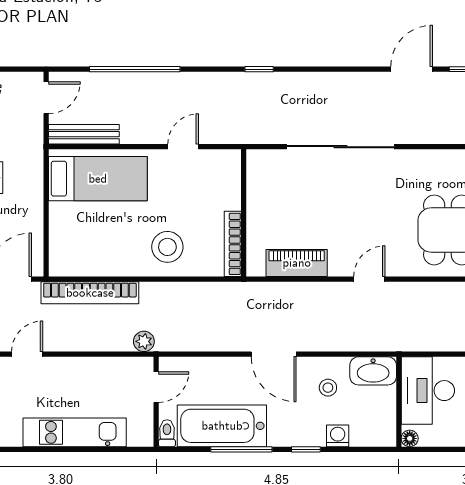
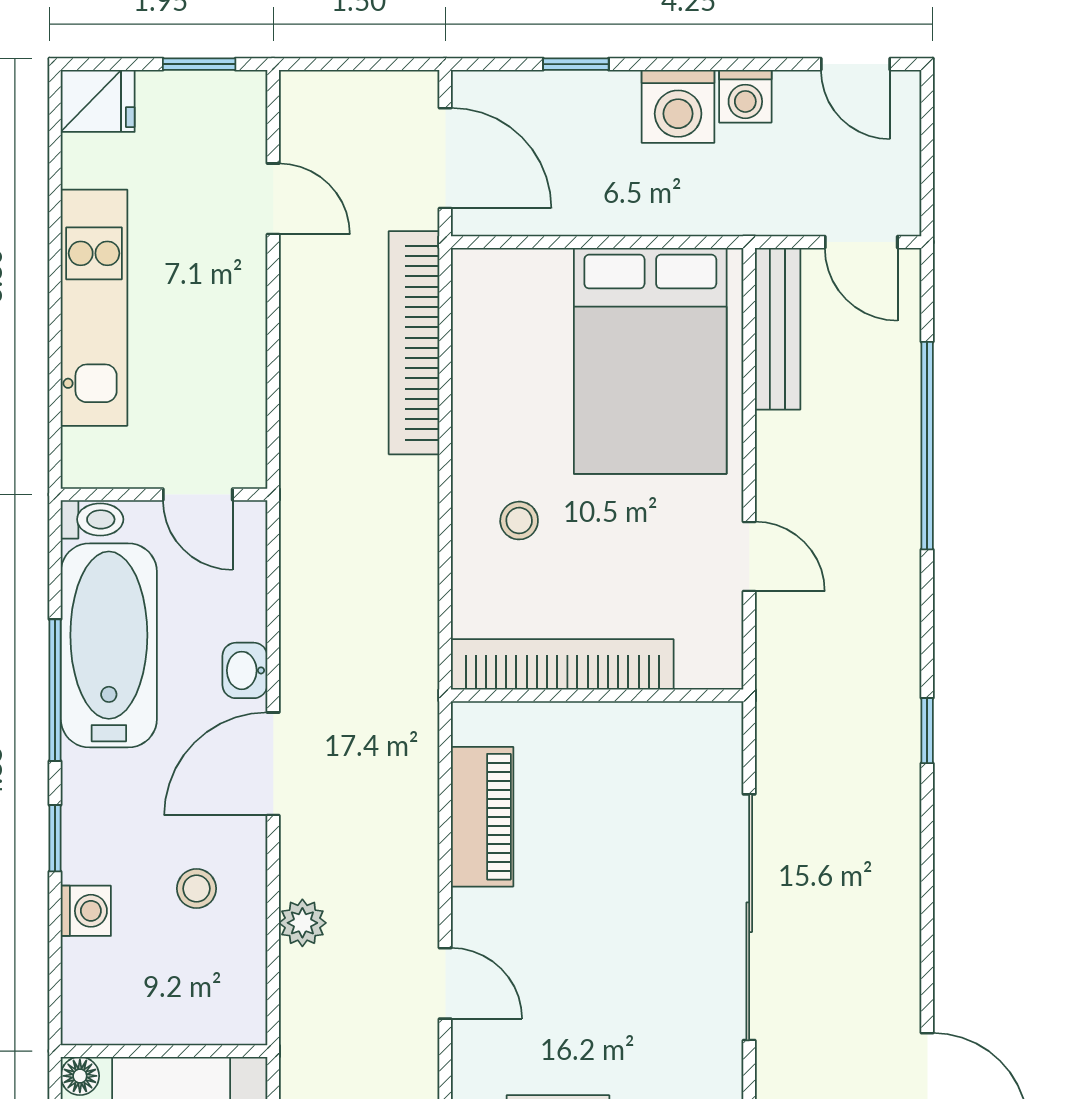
bed: (98, 179) -> (650, 361), width x1.50
bookcase: (233, 244) -> (562, 664), width x1.48, depth x1.31
stool: (167, 247) -> (519, 521), width x0.53, depth x0.53
plant: (144, 341) -> (302, 923), moved
washbasin: (373, 371) -> (245, 670), moved, width x0.52, depth x0.69

